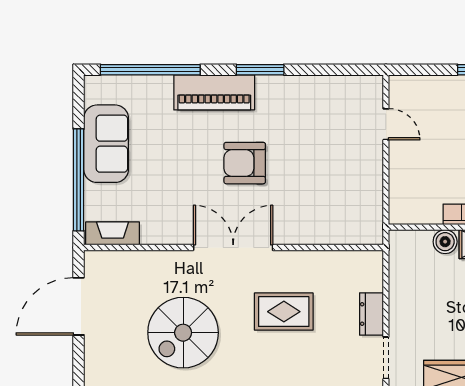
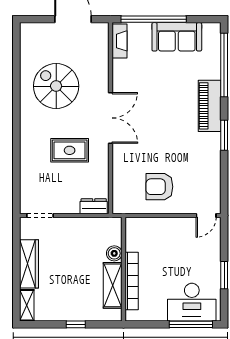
door: (386, 124) -> (206, 216), moved
armchair: (245, 163) -> (159, 187), moved, turned -90
rug: (284, 312) -> (70, 150), turned 90
dresser: (371, 314) -> (94, 206), moved

